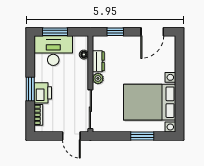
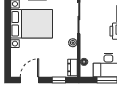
dresser: (98, 61) -> (73, 67), moved

